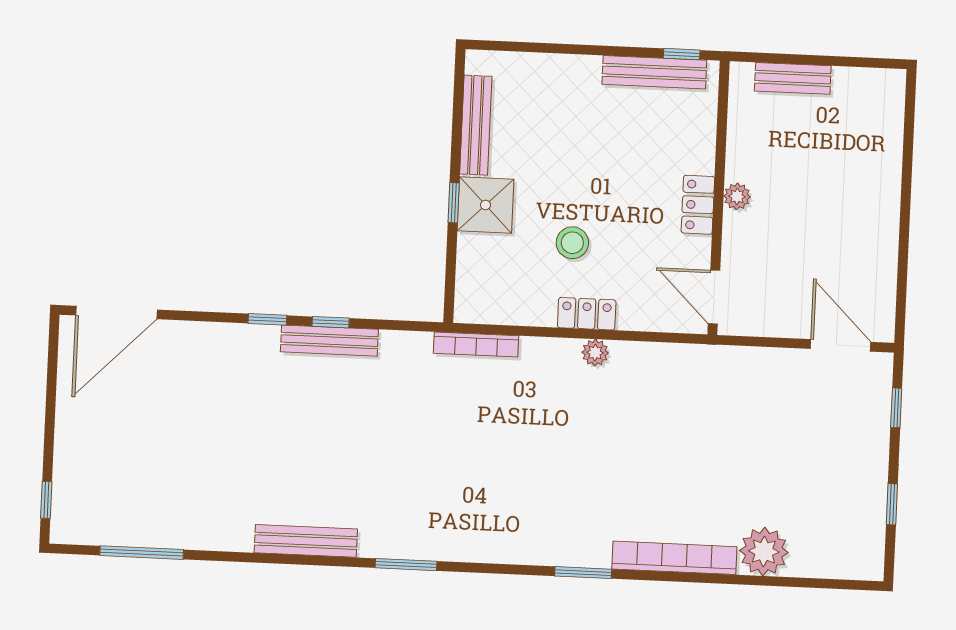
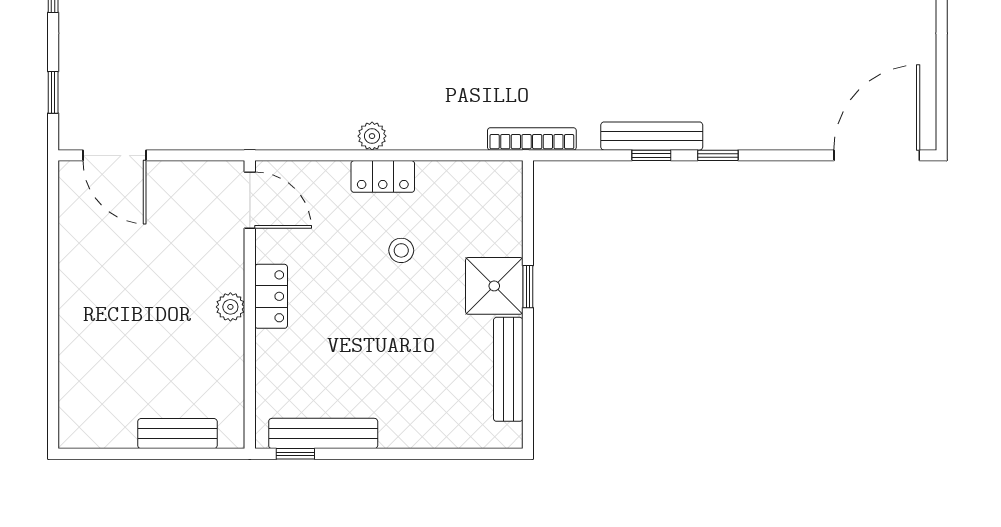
stool: (572, 243) -> (401, 250), width x0.73, depth x0.73
bookcase: (476, 344) -> (532, 139), moved

